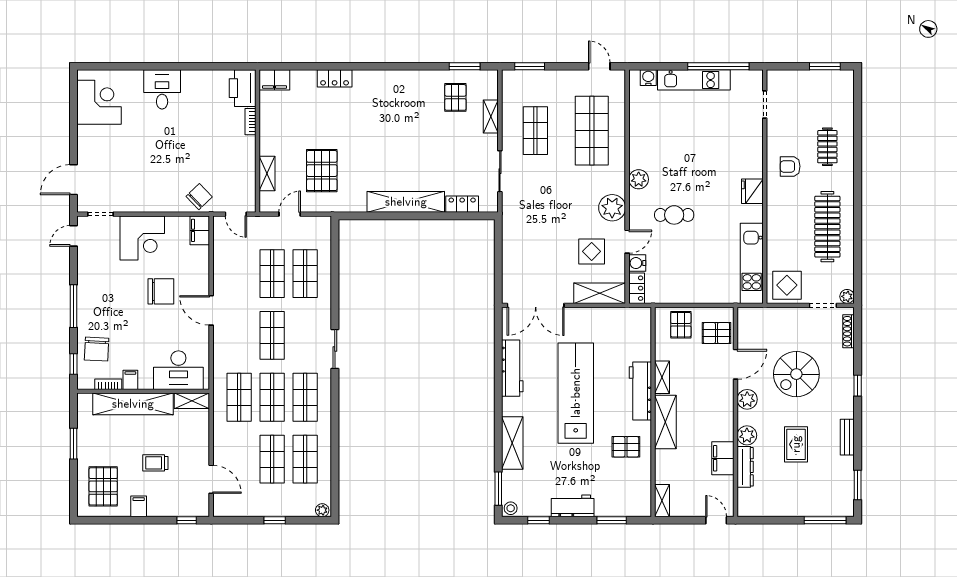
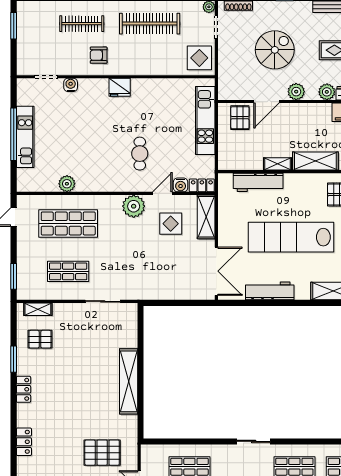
window: (465, 66) -> (14, 359), moved
window: (718, 66) -> (14, 134), moved
water cooler: (648, 78) -> (71, 85), moved, turned 90
shelving: (491, 116) -> (38, 309), moved
clothes rail: (827, 147) -> (82, 24), width x1.36
armchair: (790, 166) -> (99, 55), turned 90
plant: (639, 179) -> (67, 184), moved
locker: (462, 204) -> (24, 389), moved, turned 180
door: (627, 242) -> (162, 193), hinge flipped
kitchen unit: (752, 263) -> (205, 121), moved, turned 90
pallet: (681, 325) -> (233, 148), removed
door: (736, 364) -> (267, 102), swing flipped
spiral stairs: (796, 374) -> (275, 50), turned -90
workbench: (640, 391) -> (258, 182), moved

